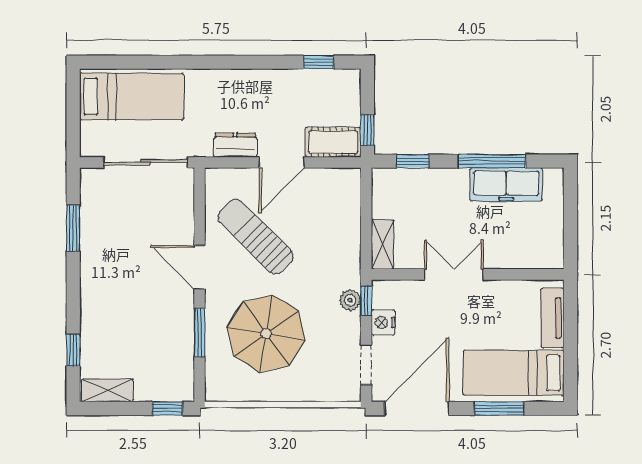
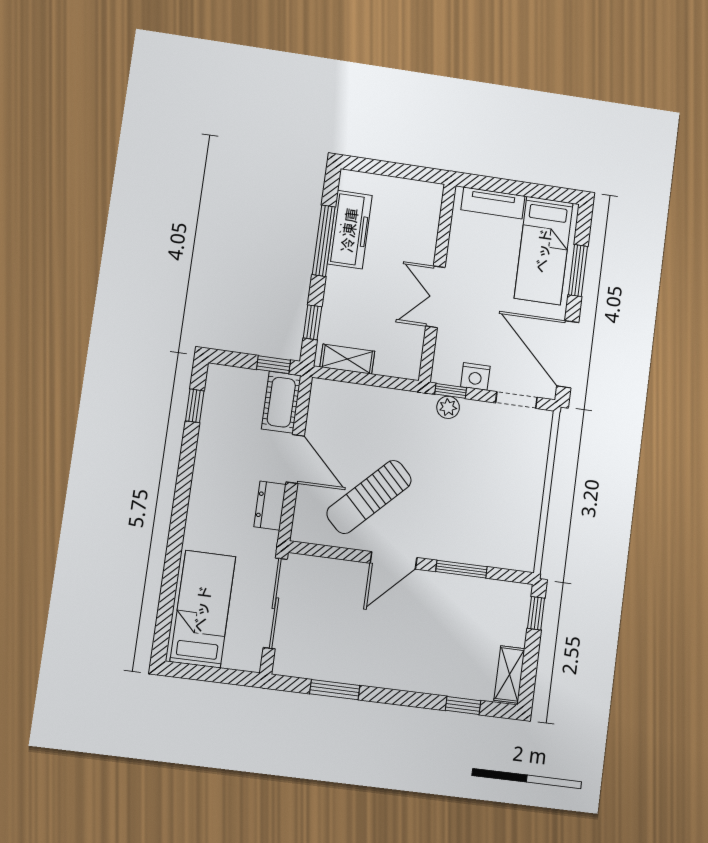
shelving: (382, 244) -> (347, 359), moved
parasol: (266, 334) -> (472, 499), removed

